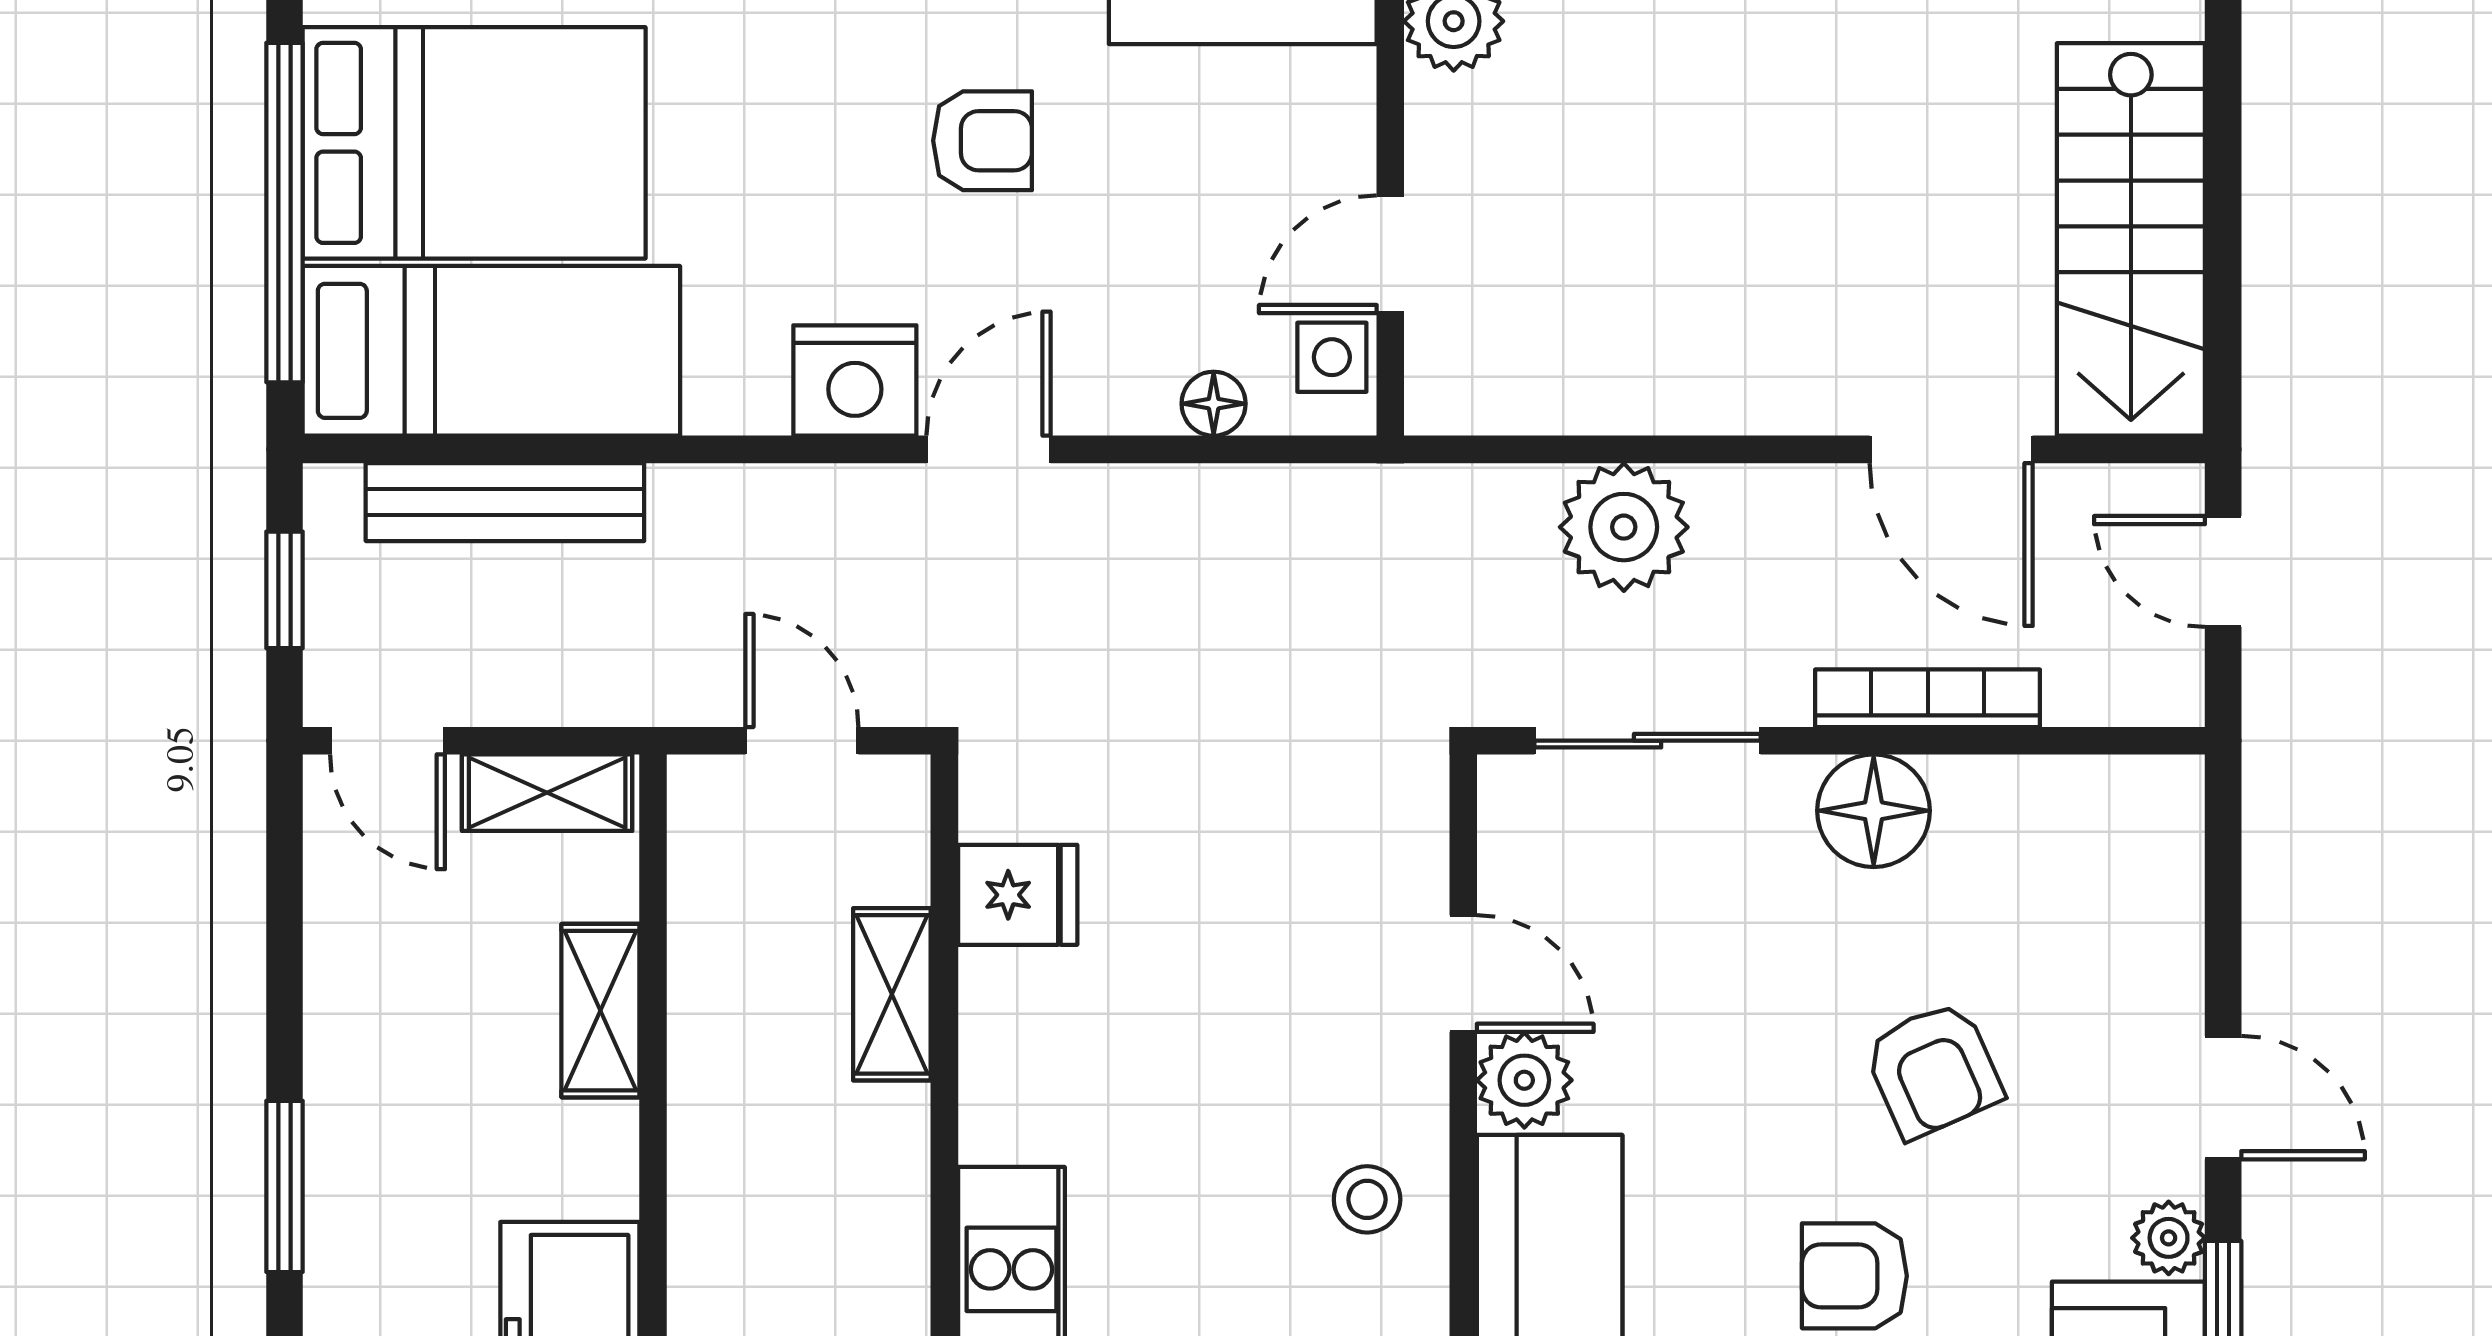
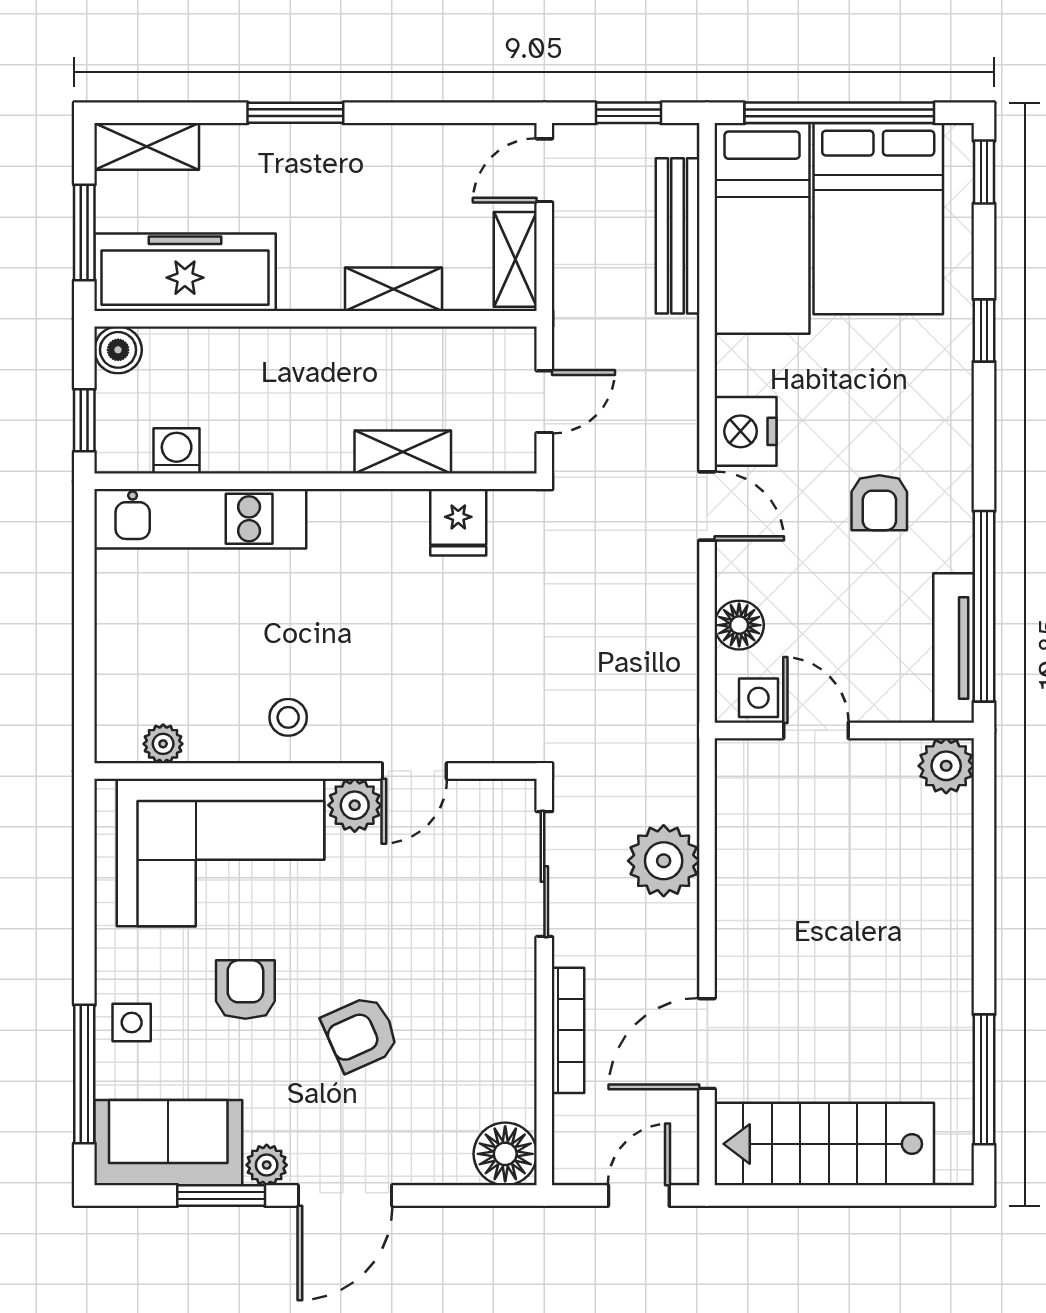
floor lamp: (1214, 404) -> (739, 625), width x1.37, depth x1.37
floor lamp: (1874, 811) -> (505, 1154), moved
door: (2223, 1098) -> (345, 1196), width x1.37

